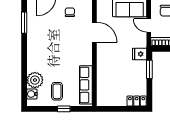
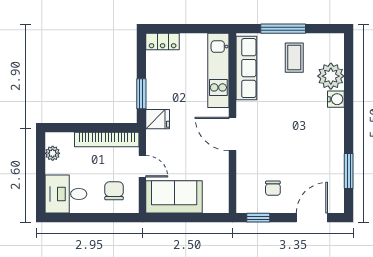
door: (94, 32) -> (232, 134), moved
kitchen unit: (103, 84) -> (218, 70), added
water cooler: (32, 94) -> (336, 99), moved
window: (64, 109) -> (283, 29), width x2.17

